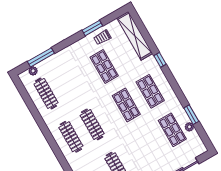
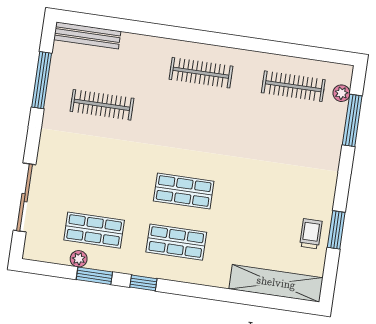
window: (160, 60) -> (143, 283), moved
shop shelf: (104, 66) -> (266, 203), removed
clothes rail: (92, 125) -> (194, 118), removed

